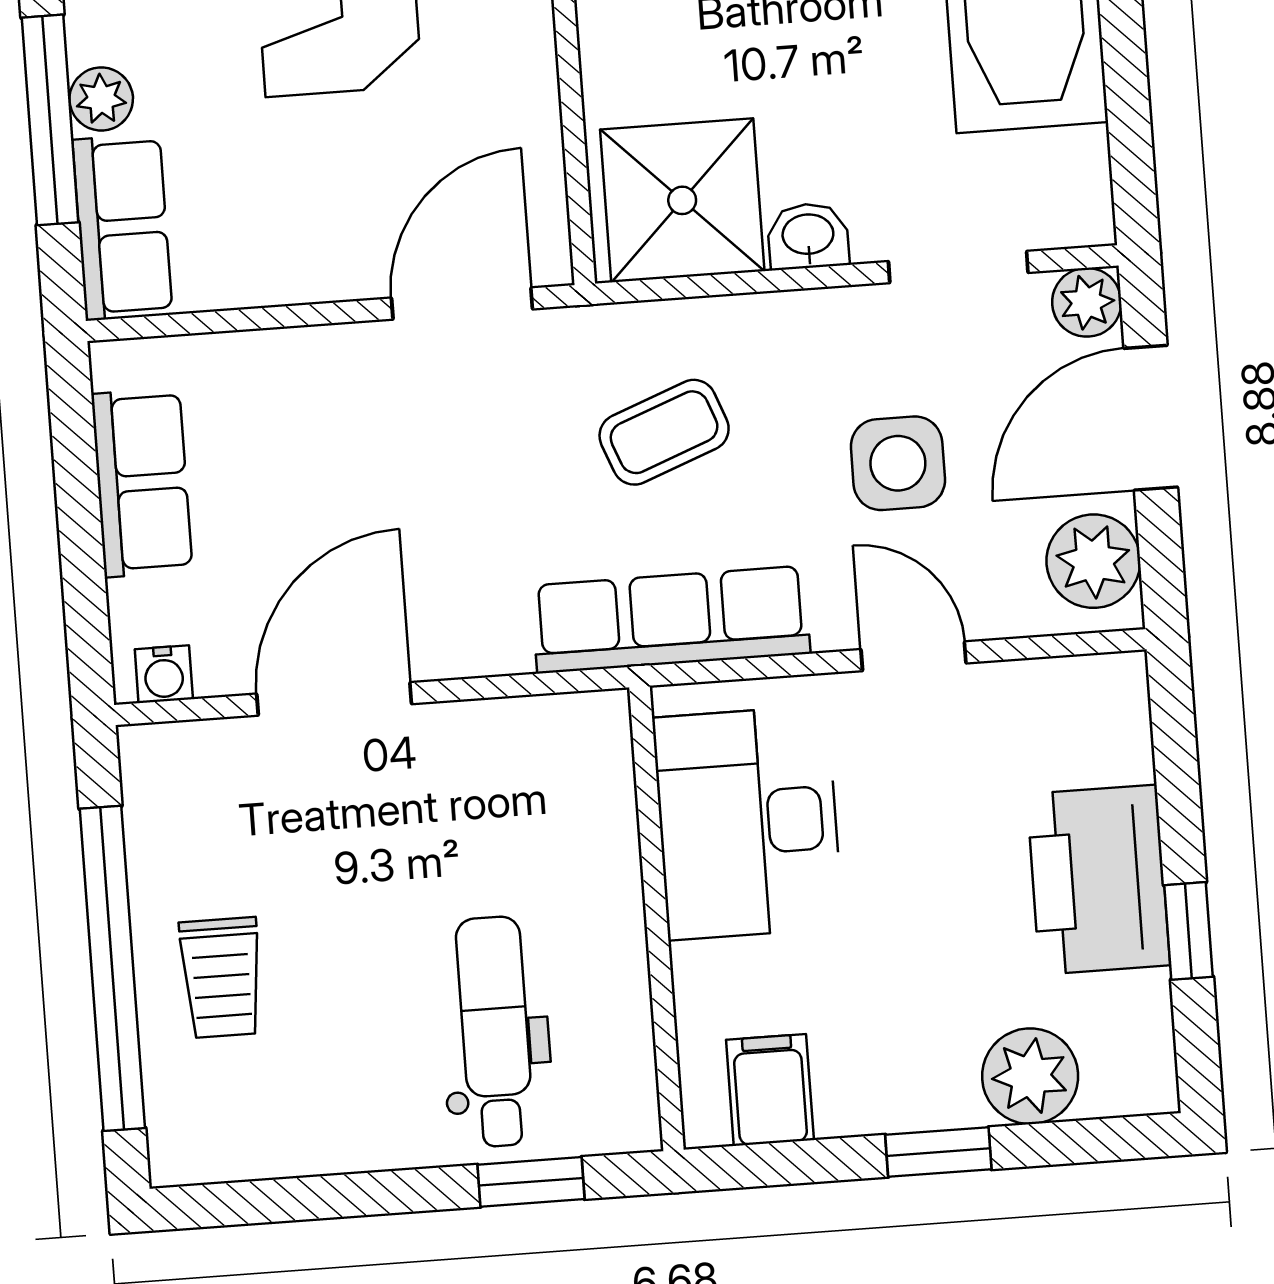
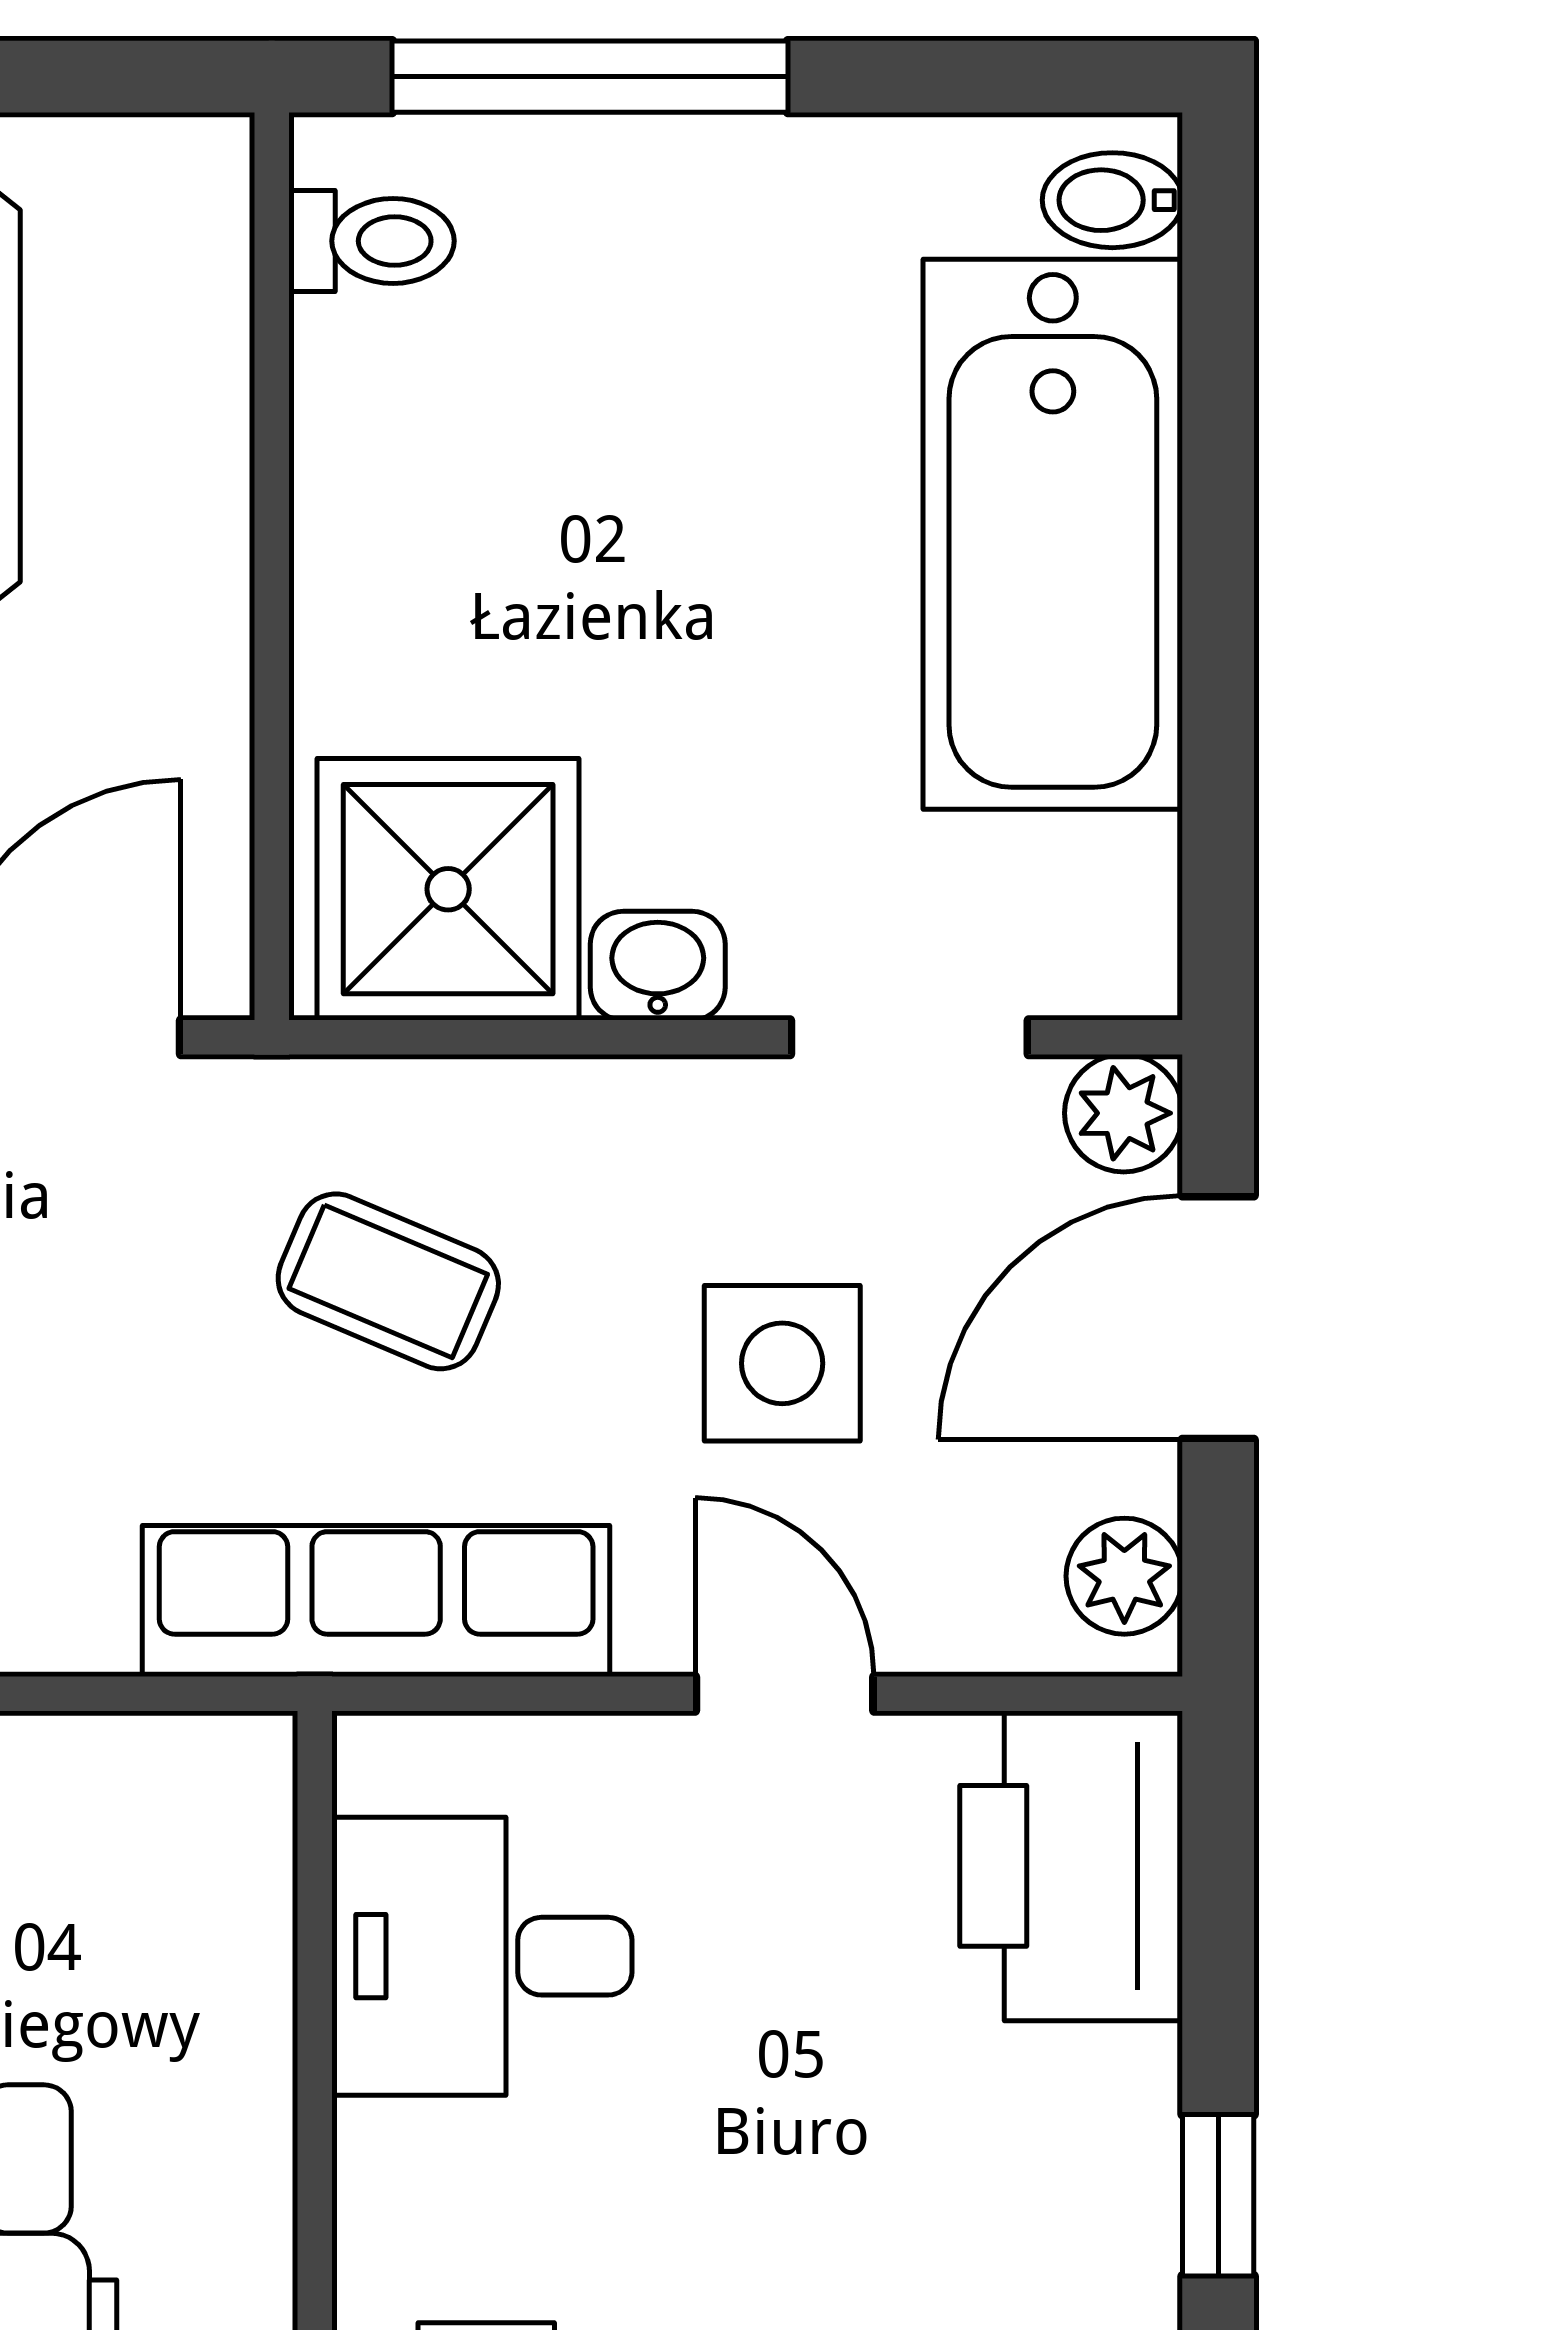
coffee table: (664, 432) -> (388, 1281), turned 44
plant: (1093, 561) -> (1124, 1576), width x0.73, depth x0.73
desk: (748, 823) -> (482, 1956), width x0.73
printer: (1098, 880) -> (1071, 1866), moved

